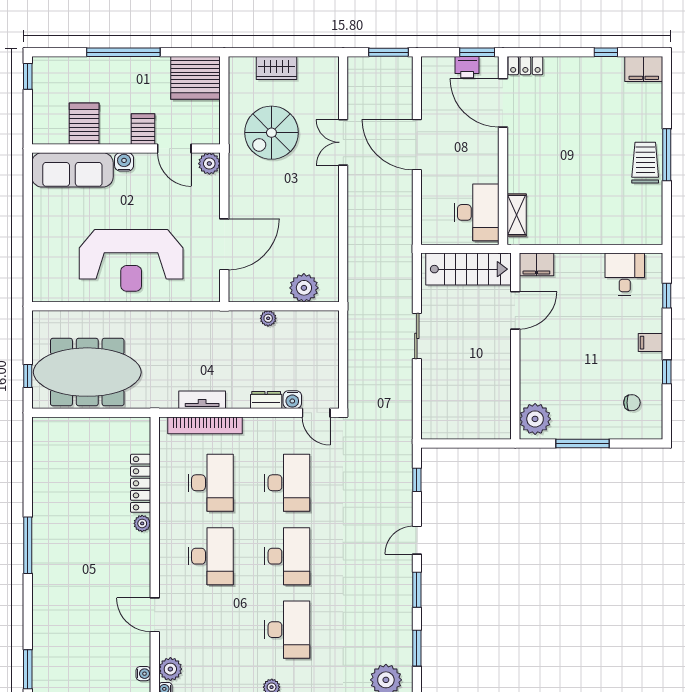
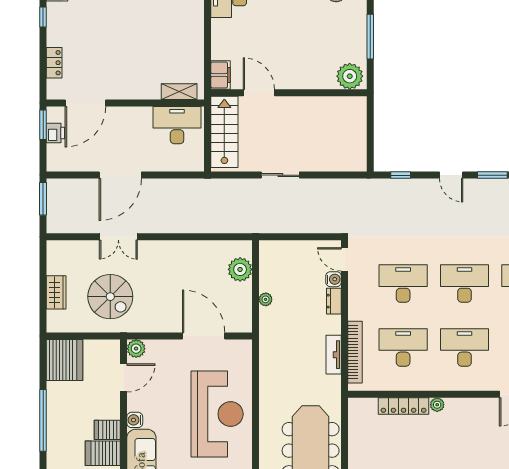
locker: (525, 66) -> (54, 63), moved
server rack: (143, 129) -> (107, 430), moved
door: (316, 413) -> (345, 259), swing flipped

